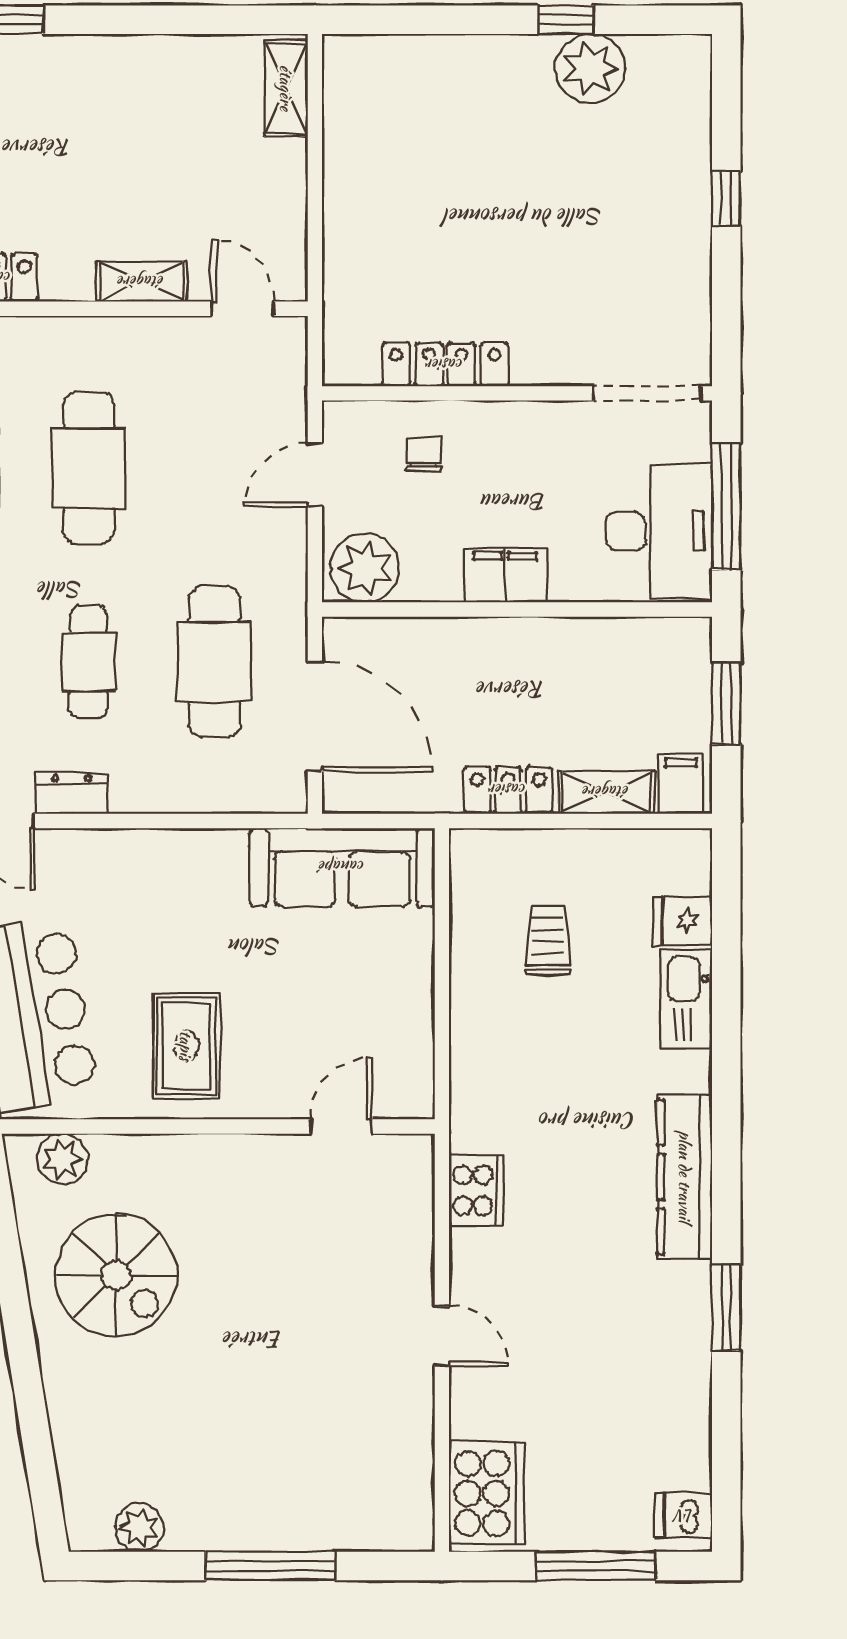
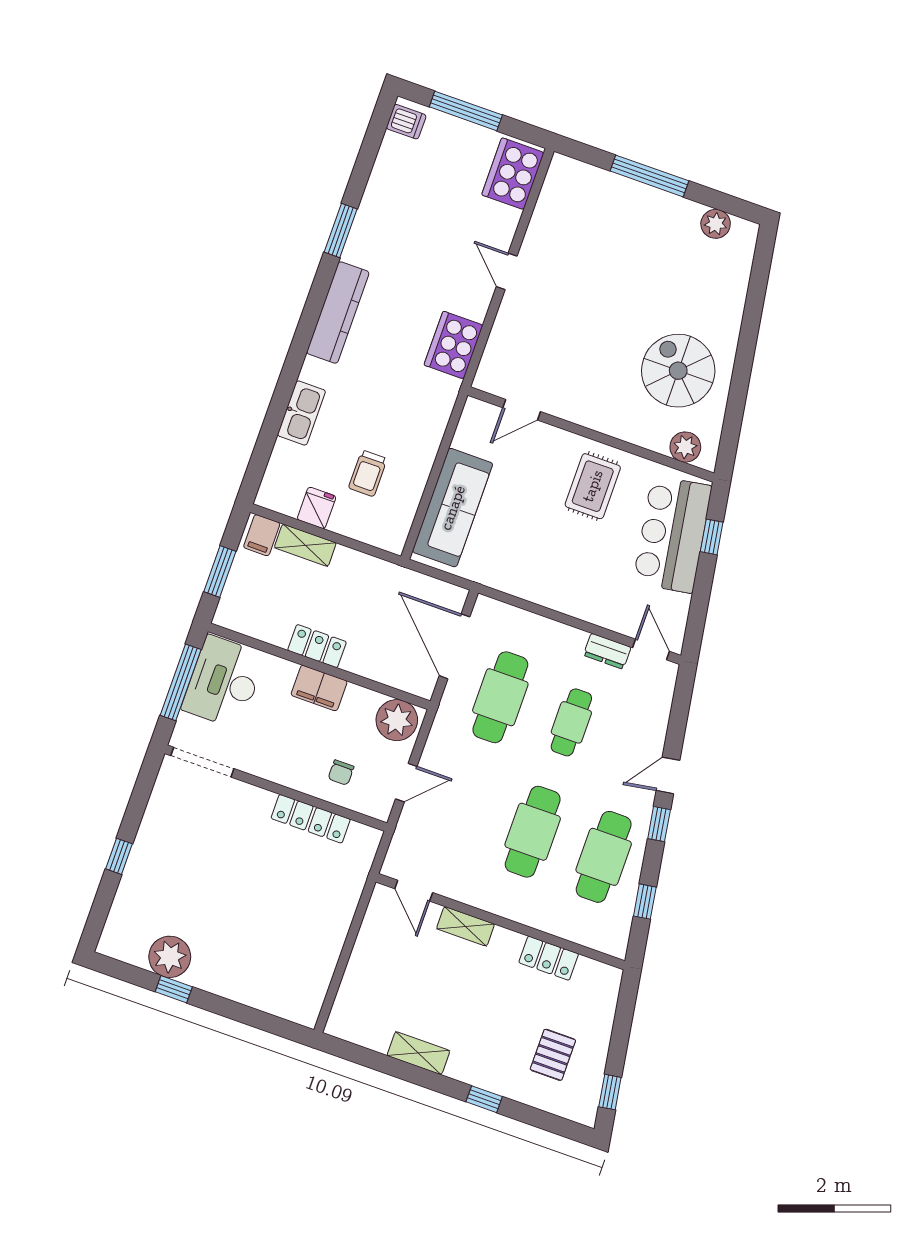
shelving: (286, 88) -> (418, 1053), moved, turned 90
locker: (508, 790) -> (317, 646), moved, turned 180
sofa: (342, 867) -> (453, 508), moved, turned 90
fridge: (683, 921) -> (317, 508), moved, turned -90
cooker: (476, 1190) -> (454, 345), width x1.37, depth x1.31

